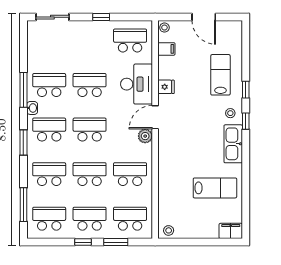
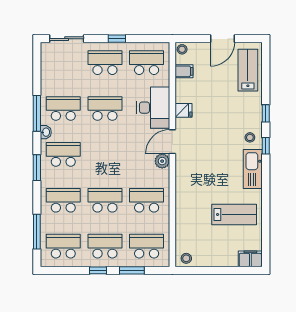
door: (204, 17) -> (222, 39), hinge flipped
lab bench: (220, 75) -> (248, 70), moved
school desk: (90, 130) -> (105, 63), moved

